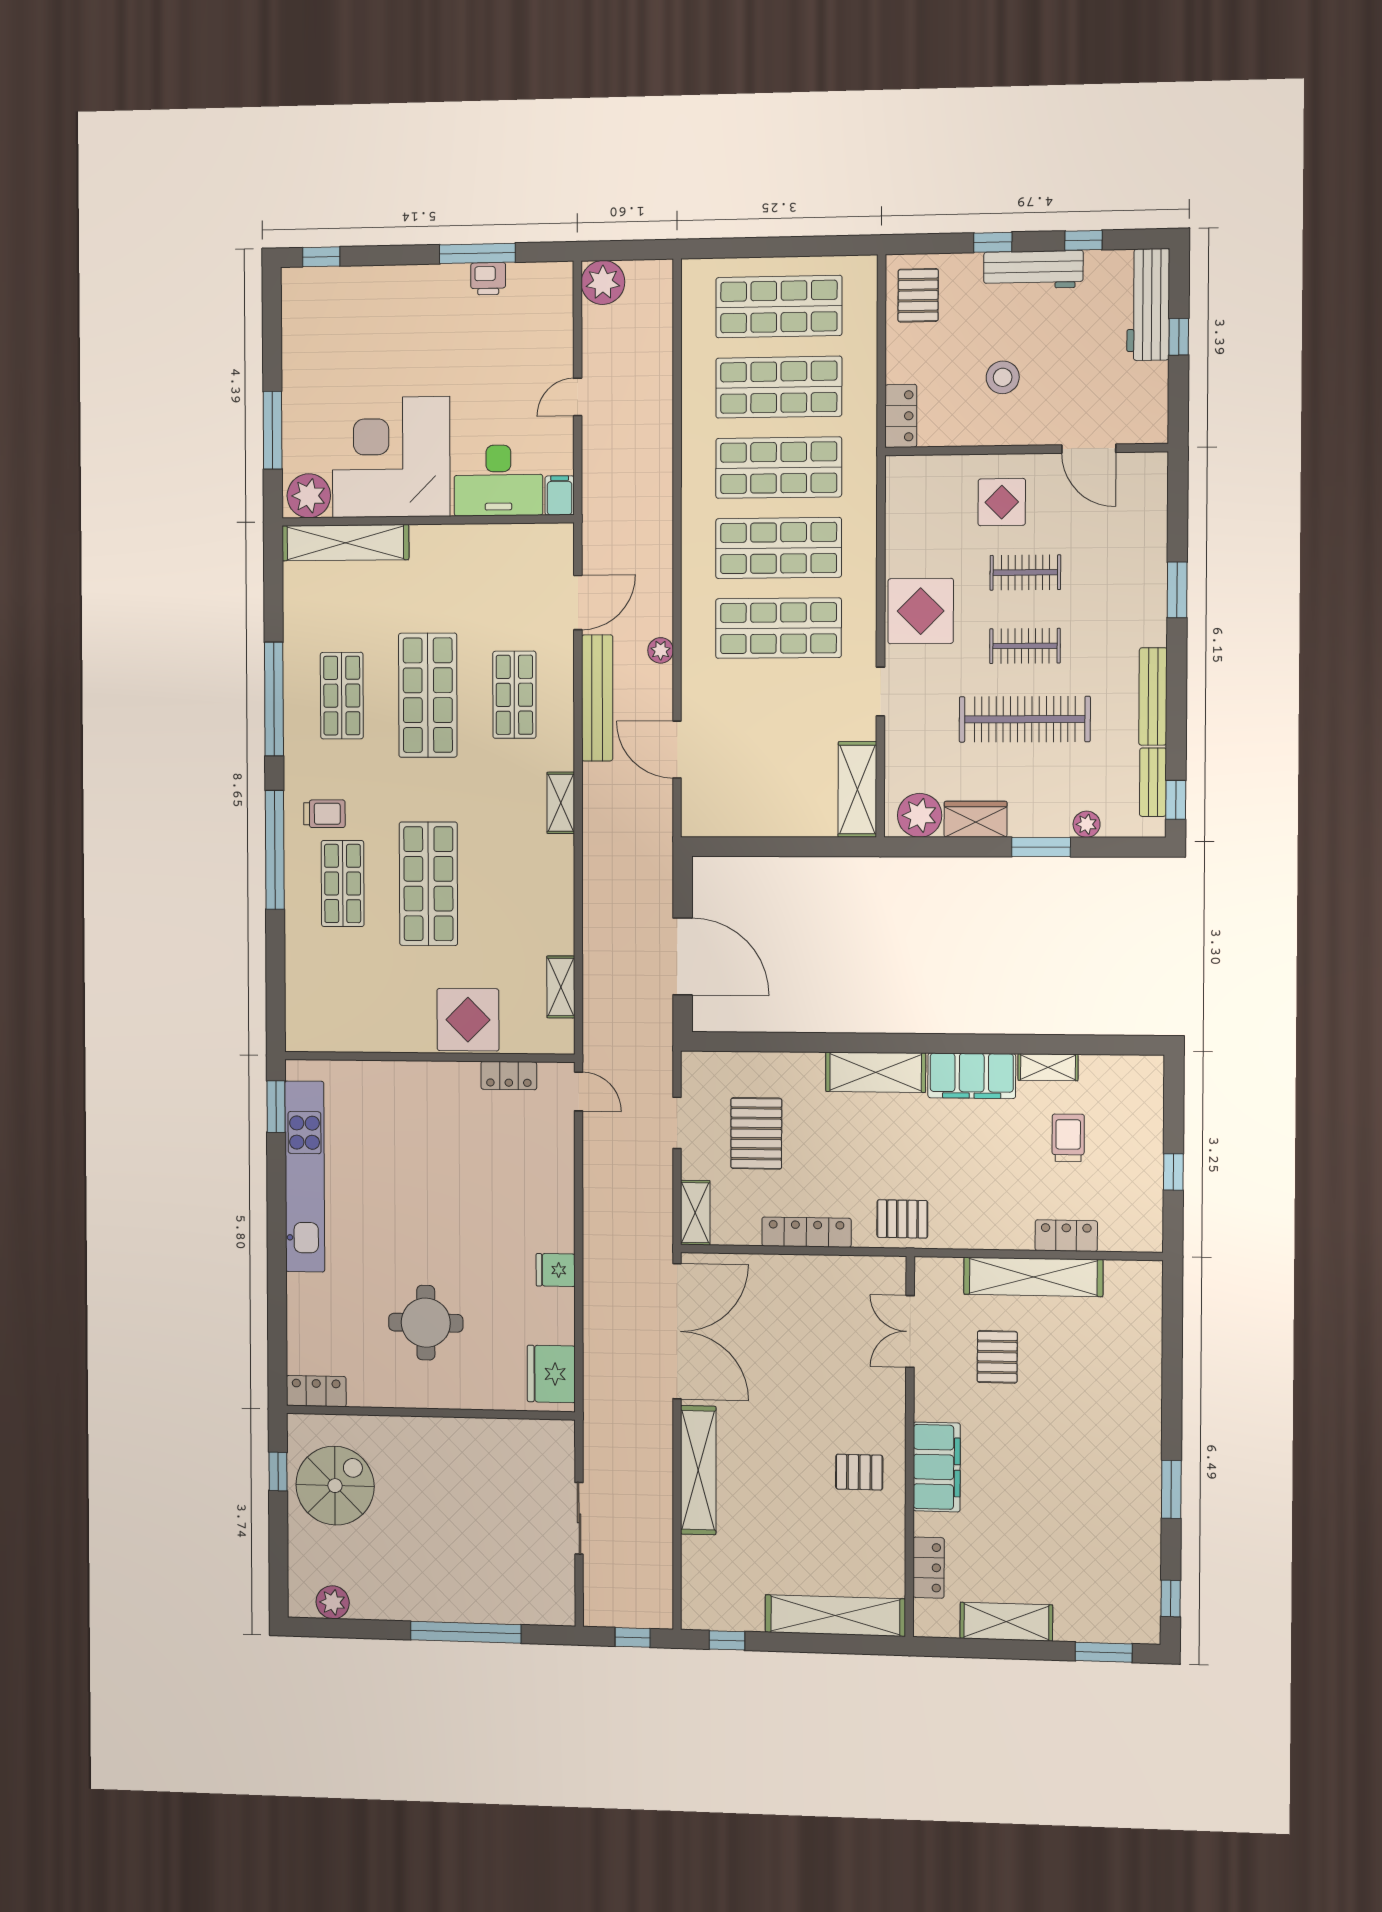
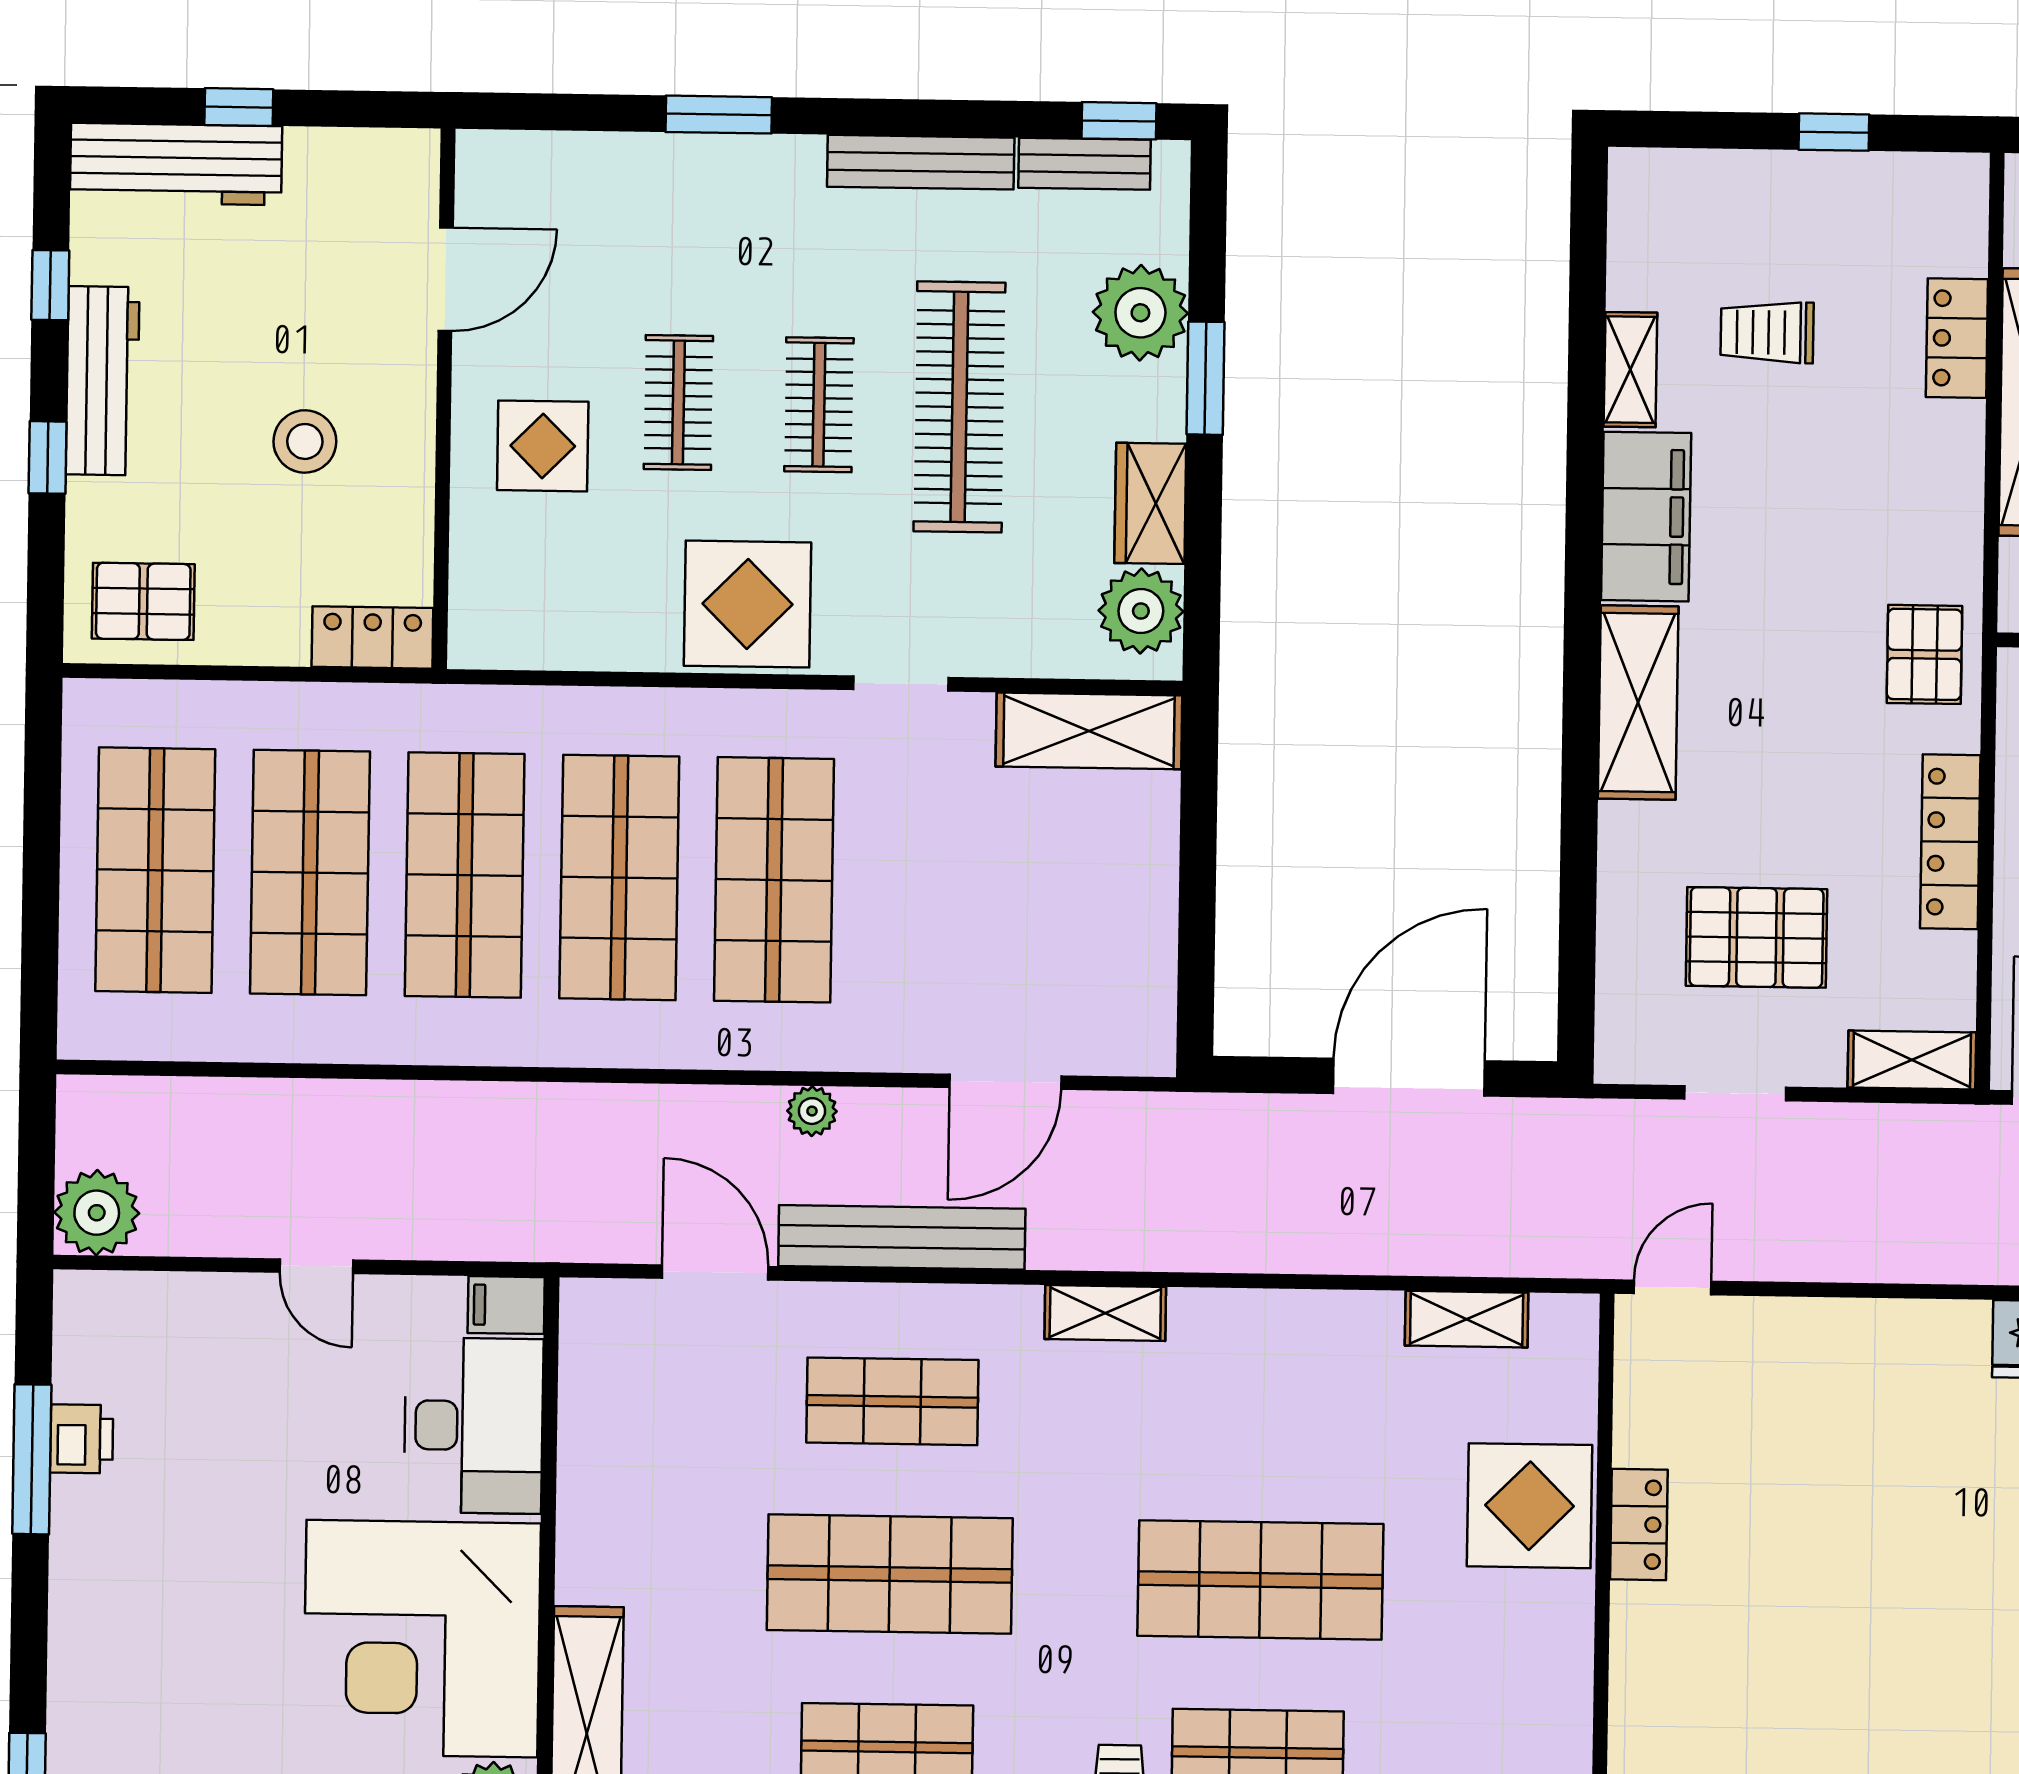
plant: (1087, 824) -> (1140, 313), width x1.87, depth x1.87
locker: (509, 1076) -> (1639, 1525), moved

